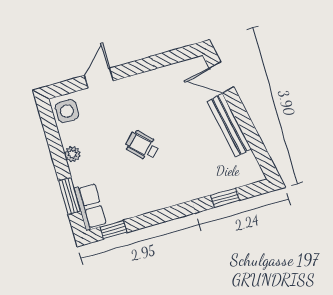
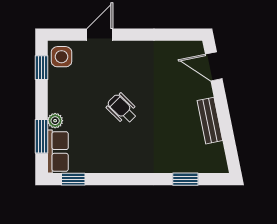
bench: (229, 125) -> (210, 121), width x0.73
window: (50, 128) -> (41, 68), added
plant: (72, 154) -> (55, 121), moved

